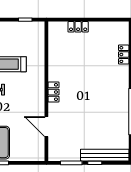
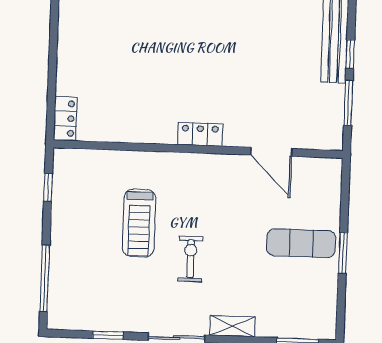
locker: (78, 27) -> (65, 119), moved
door: (46, 127) -> (271, 152), hinge flipped

